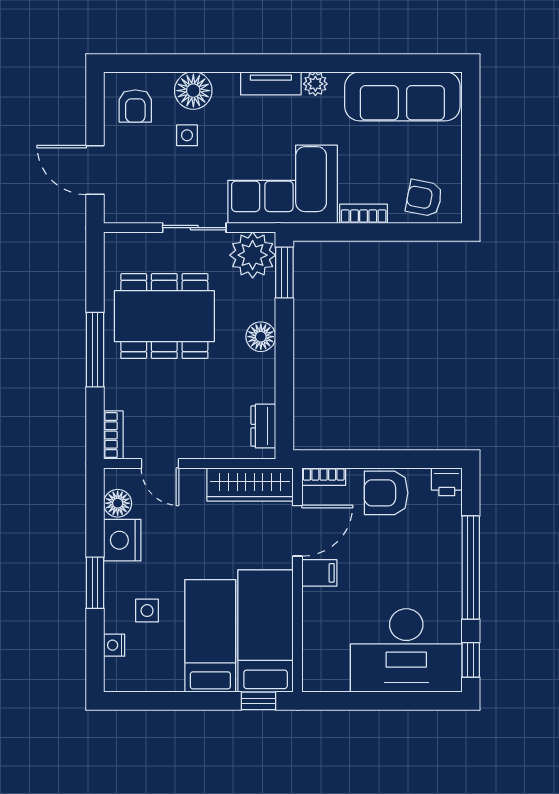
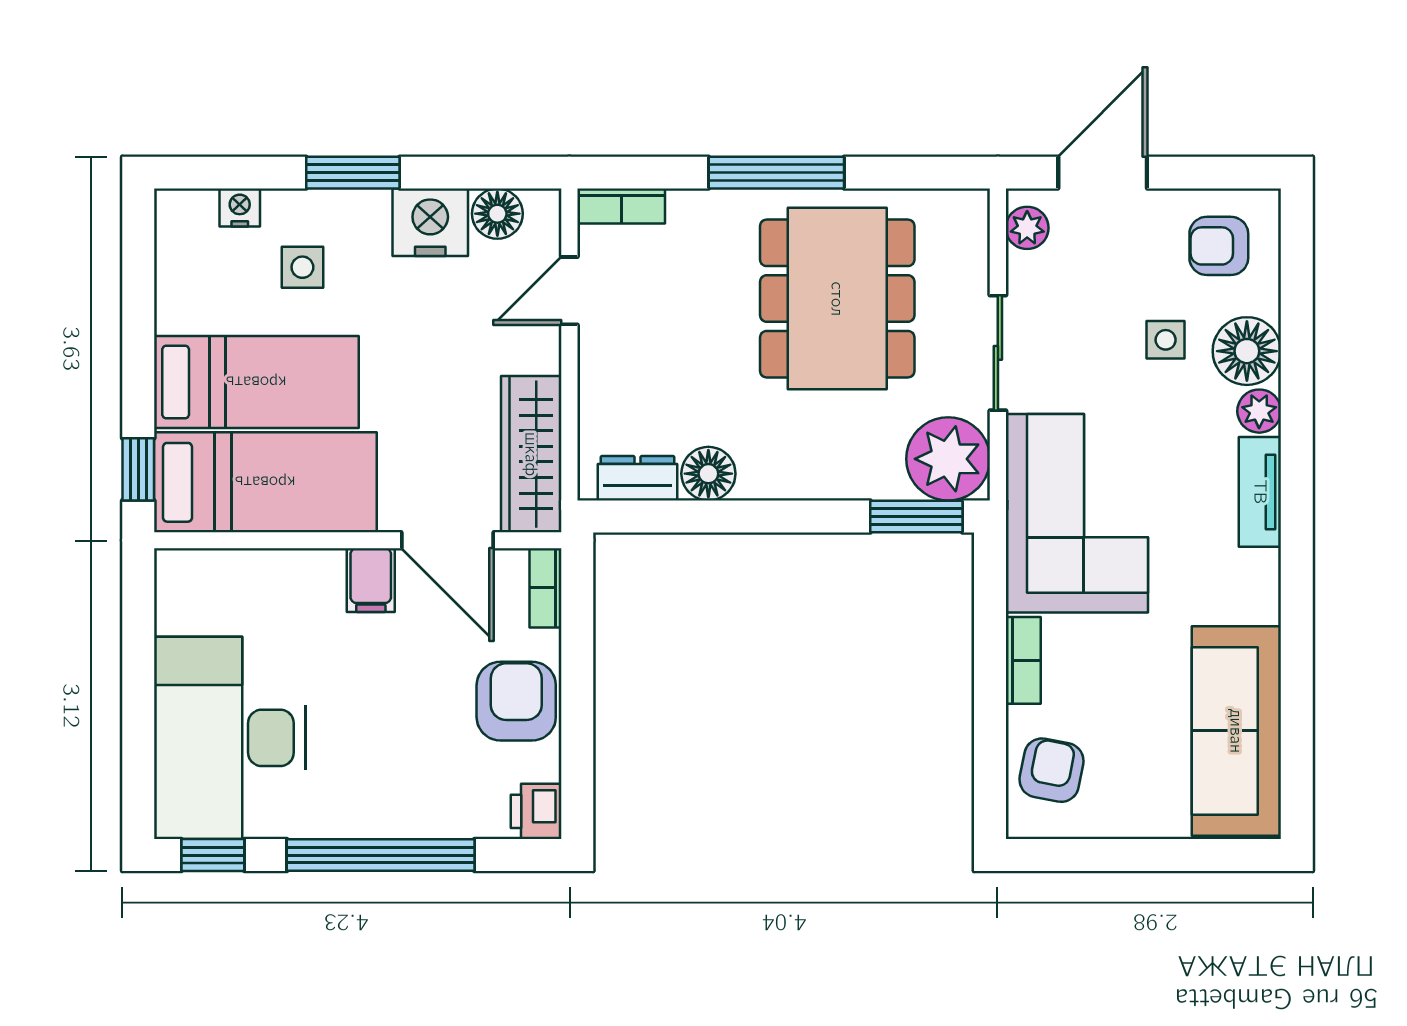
plant: (315, 84) -> (1259, 411), moved
plant: (125, 212) -> (1027, 228), added
floor lamp: (261, 337) -> (708, 474), moved

